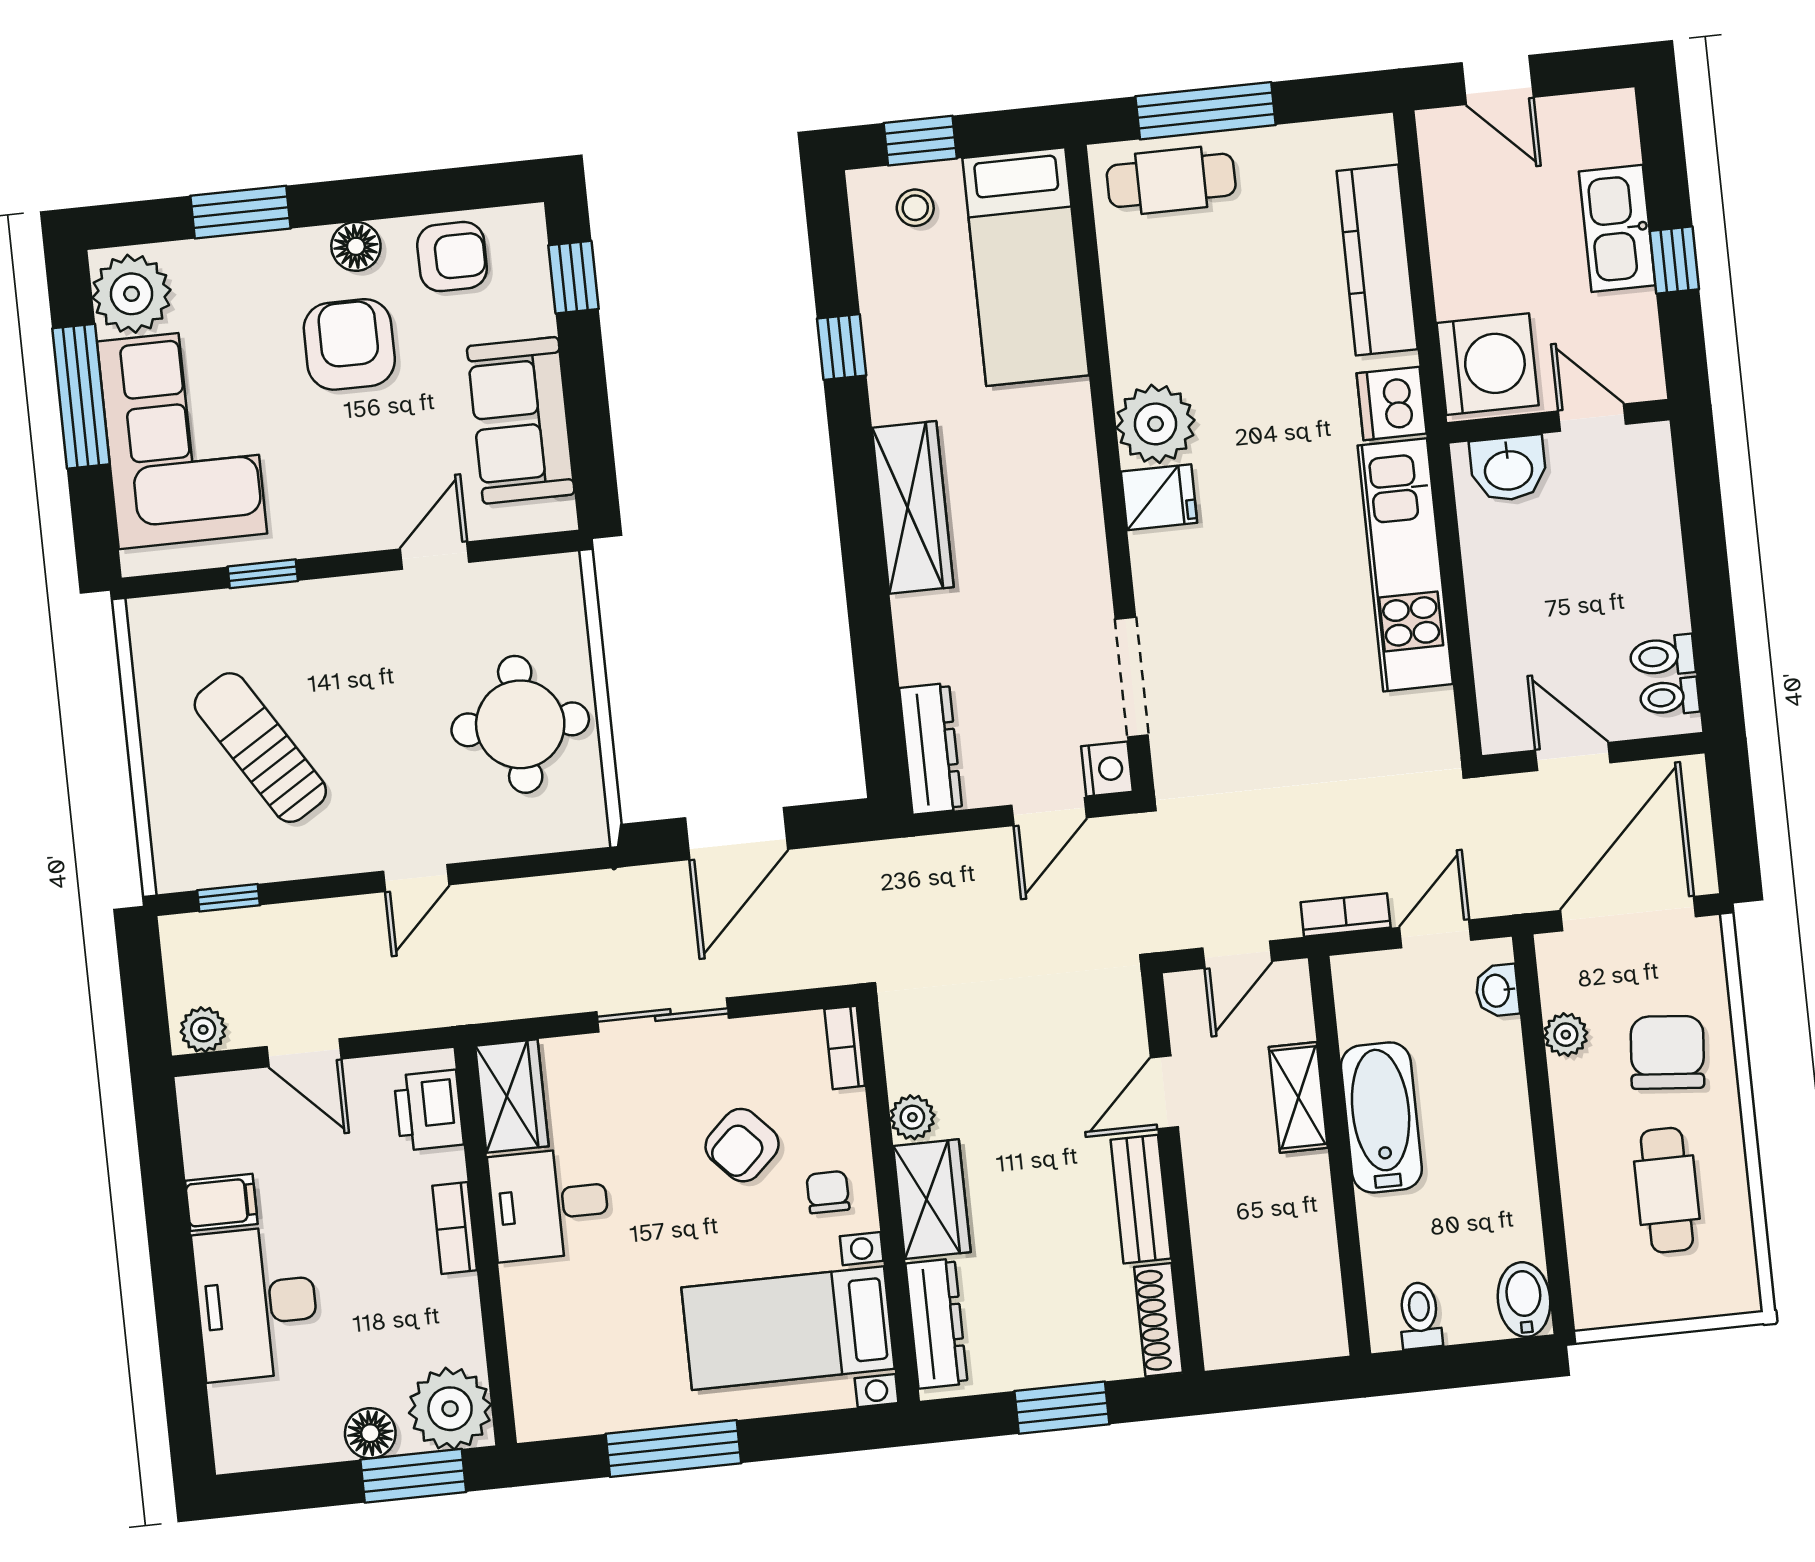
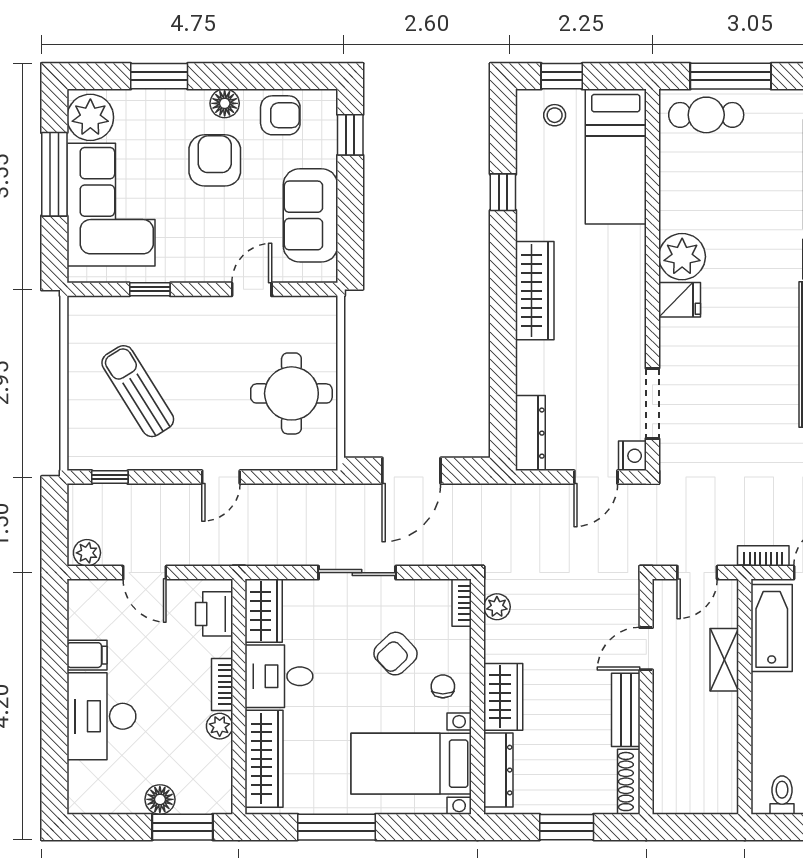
plant: (912, 1117) -> (497, 607), moved
bathtub: (1381, 1117) -> (772, 628), moved
wardrobe: (539, 1346) -> (264, 759), added
plant: (450, 1409) -> (220, 726), moved, width x0.53, depth x0.53

